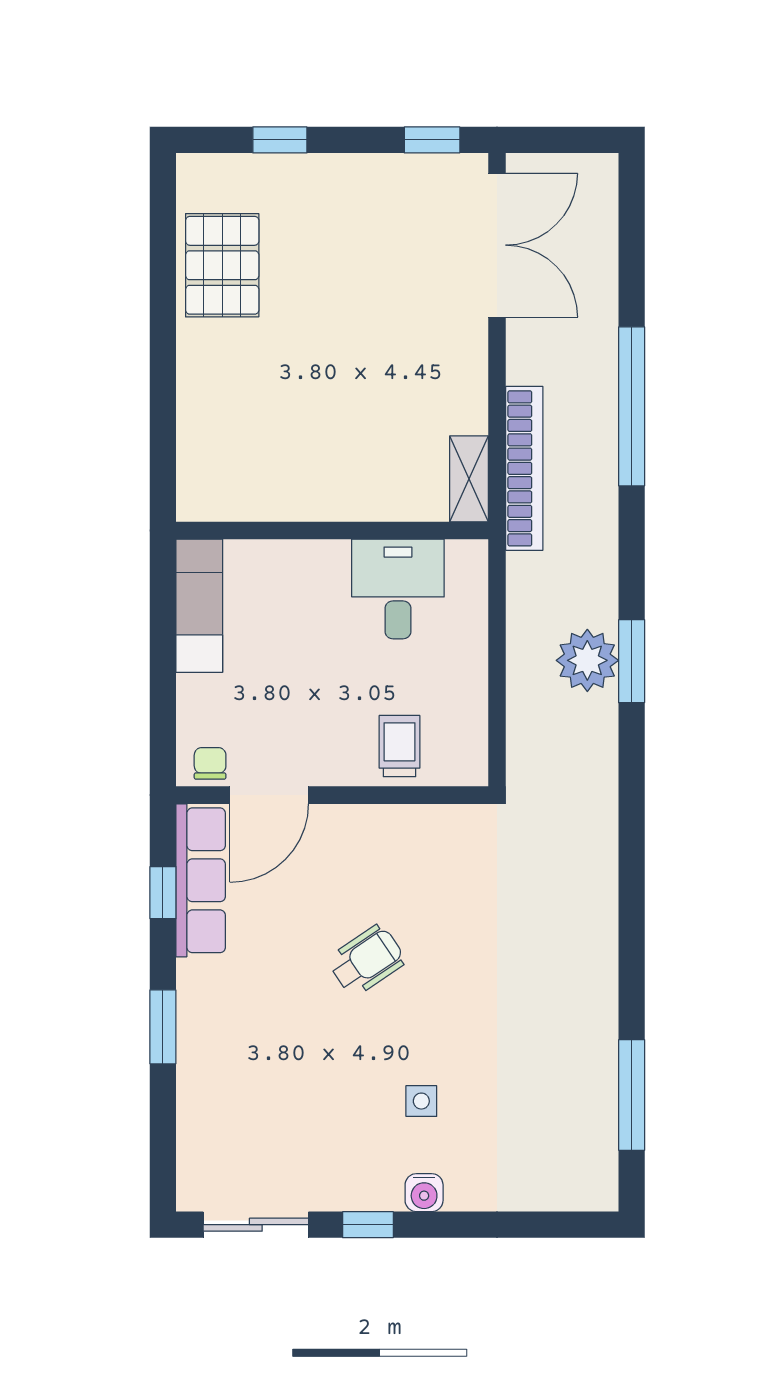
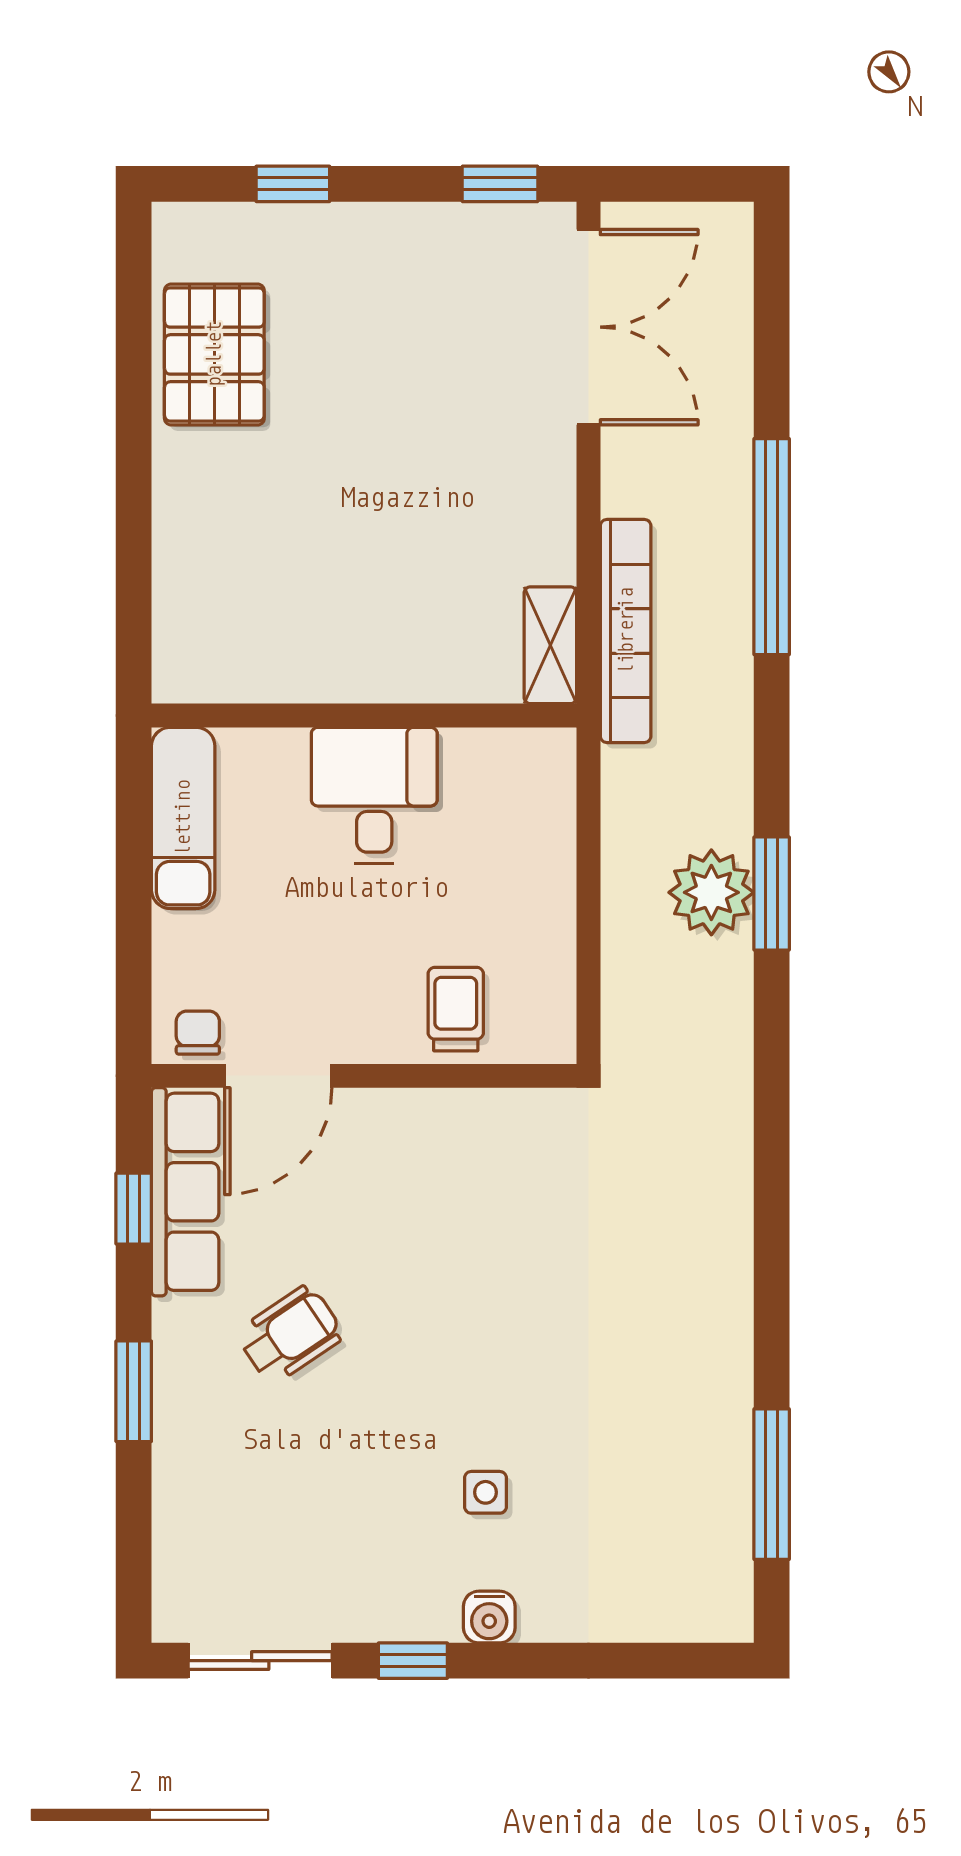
desk: (398, 589) -> (374, 795), moved
wheelchair: (367, 960) -> (290, 1334), moved

